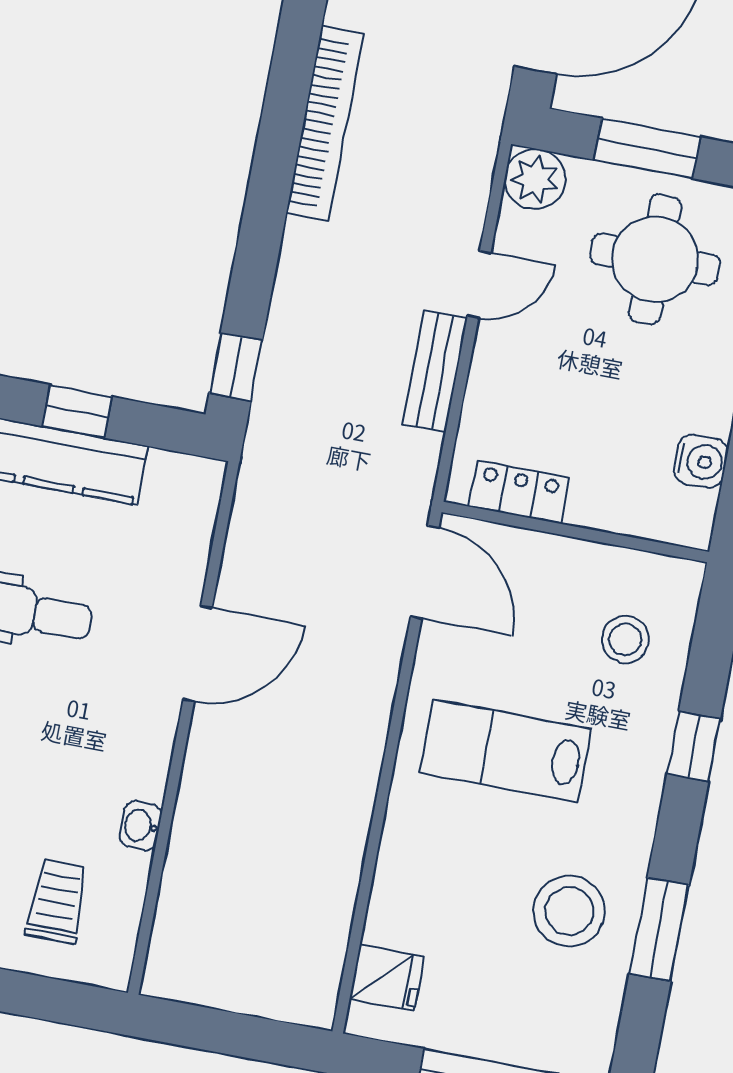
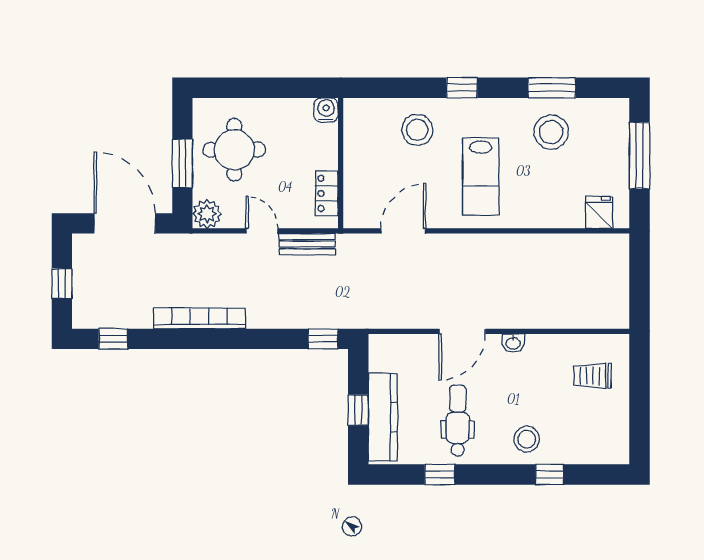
locker: (519, 492) -> (327, 193), moved
wall: (575, 532) -> (341, 163), moved
stool: (625, 639) -> (417, 130), width x1.38, depth x1.38
door: (198, 654) -> (462, 331), swing flipped
washbasin: (140, 826) -> (513, 343), moved

